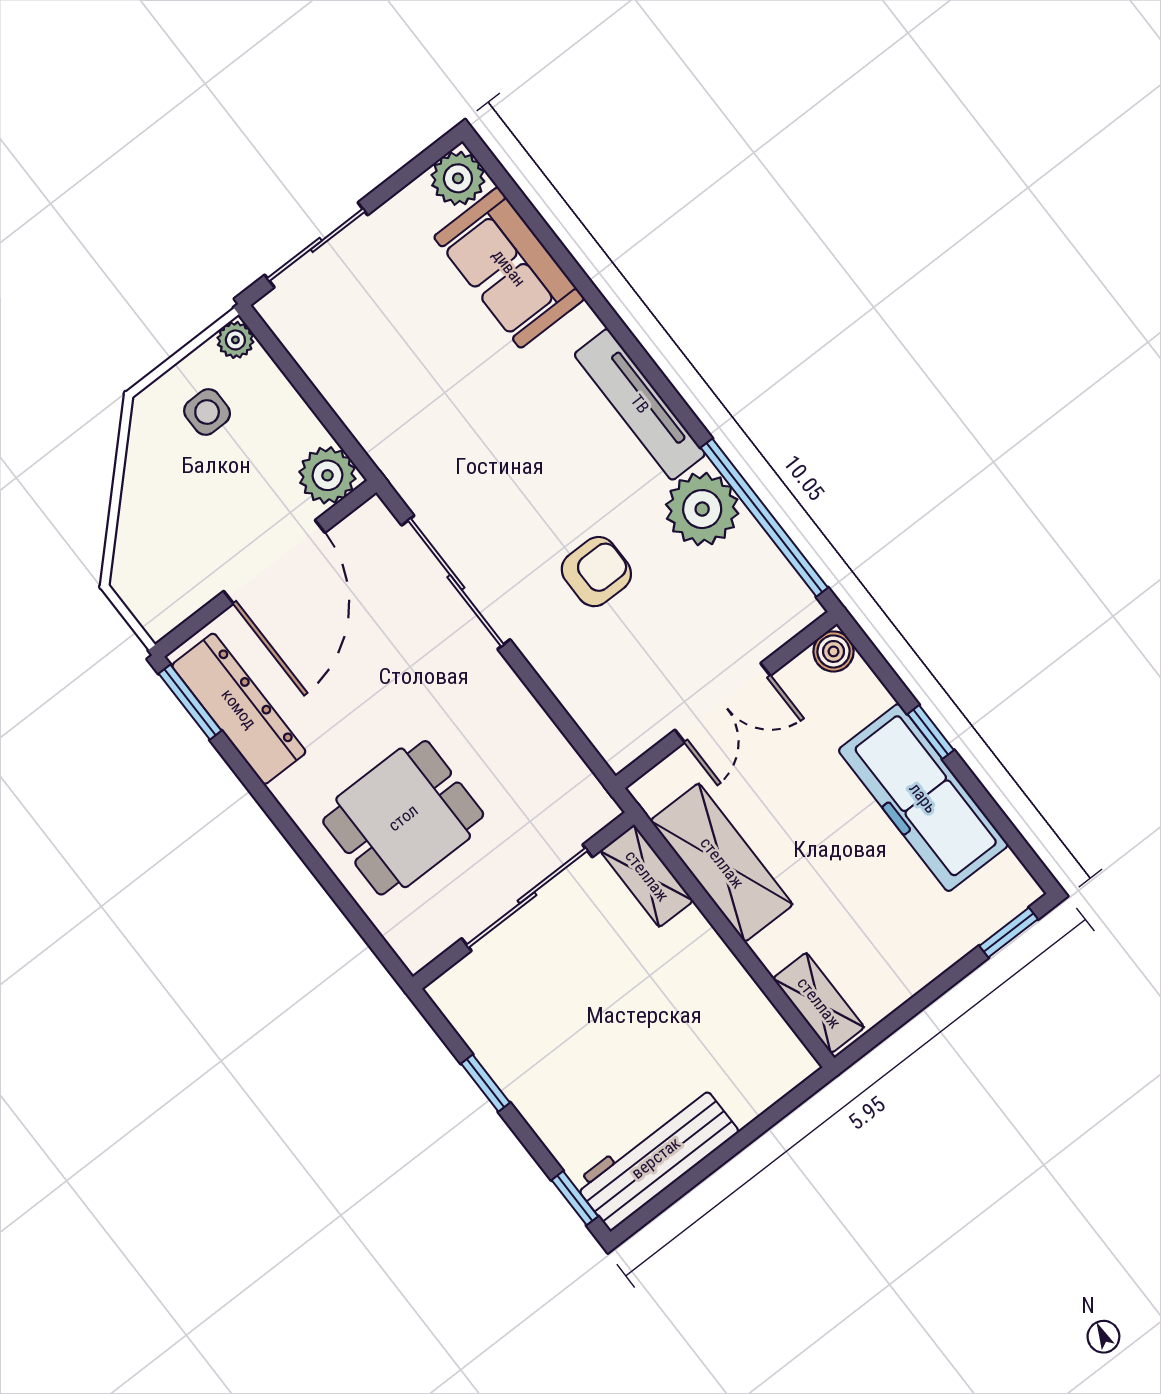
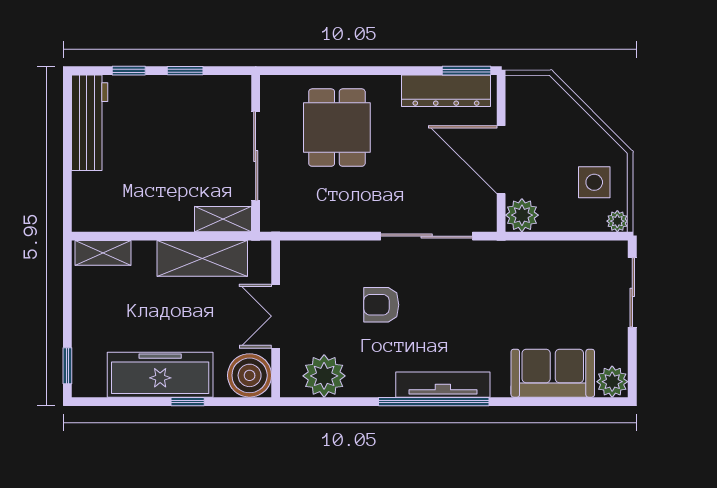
side table: (207, 412) -> (594, 182), width x1.37, depth x1.37
plant: (702, 509) -> (324, 376), moved
window: (764, 518) -> (434, 402), moved
armchair: (596, 572) -> (381, 305), turned 90
boiler: (834, 651) -> (250, 375), width x1.86, depth x1.86
window: (575, 1198) -> (129, 71), moved

